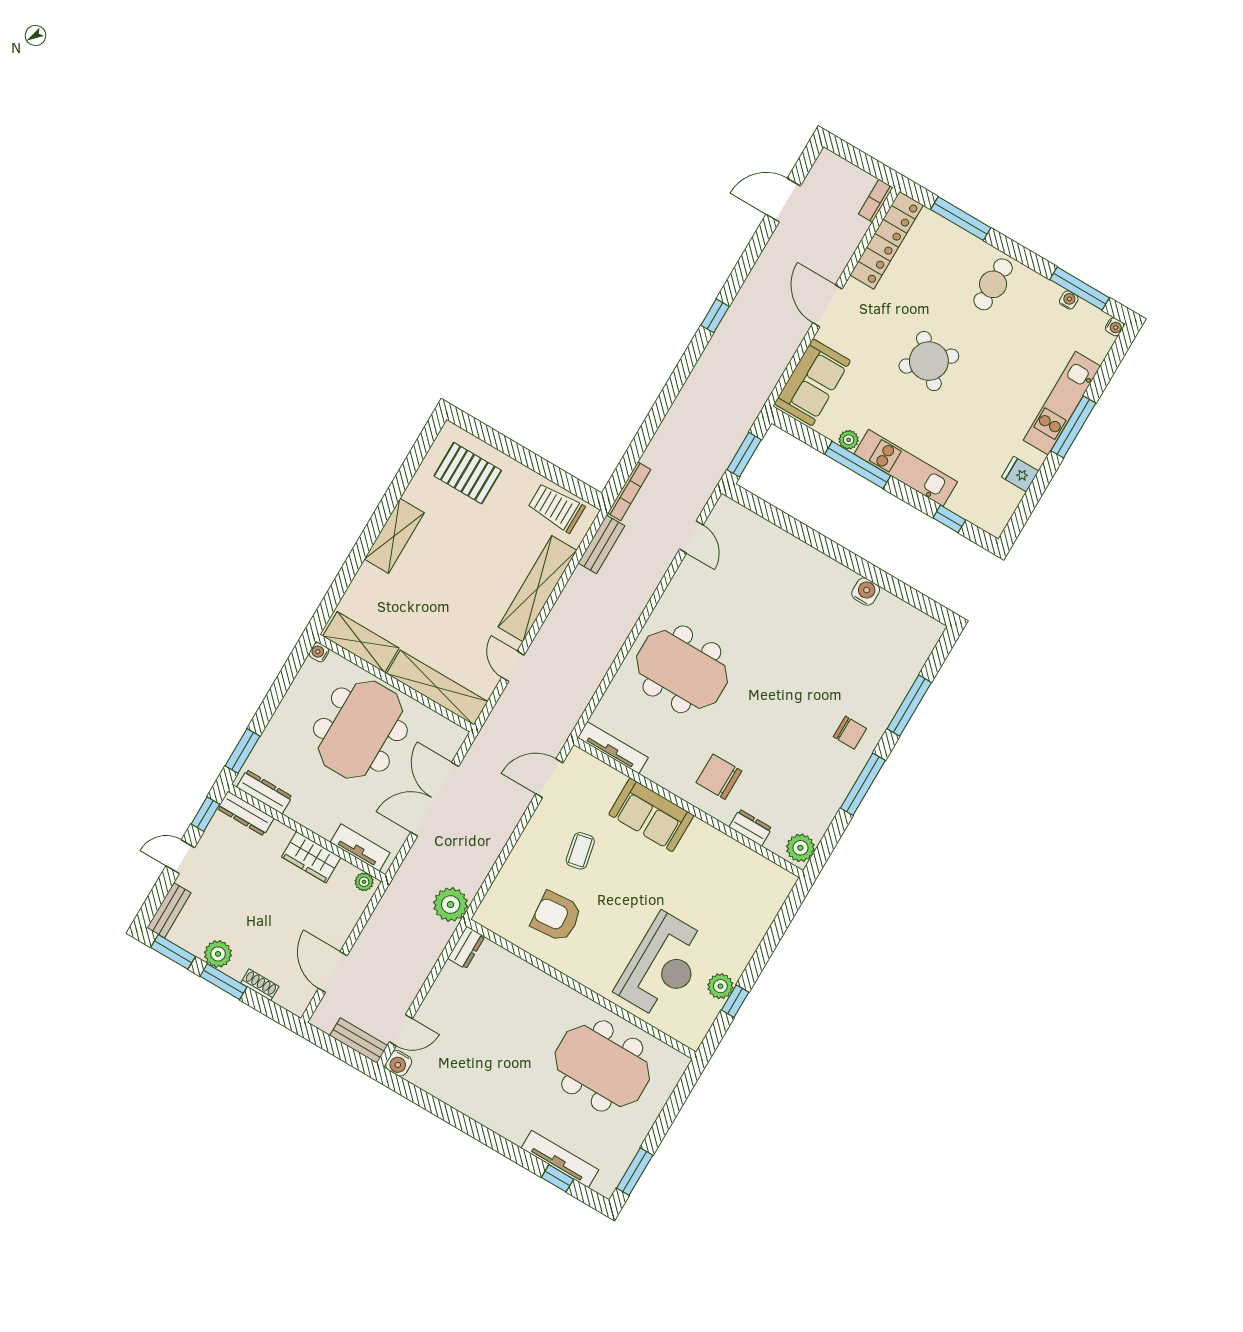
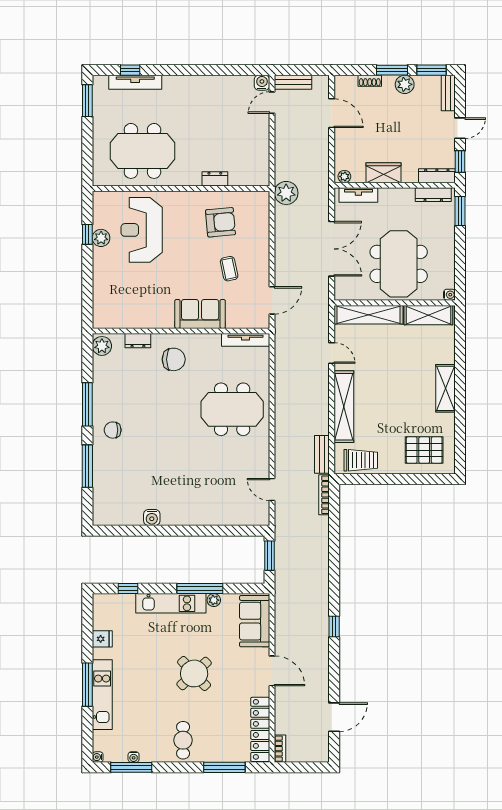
dresser: (466, 947) -> (215, 179), moved, turned 90

